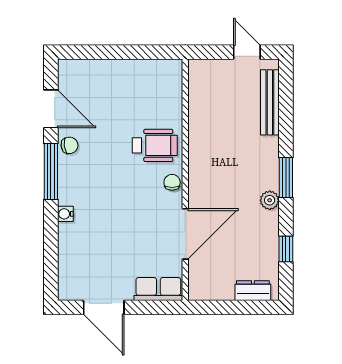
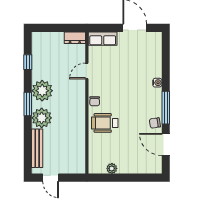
plant: (143, 68) -> (112, 168), added
plant: (262, 154) -> (42, 118), added
plant: (270, 200) -> (42, 91), width x1.88, depth x1.88
door: (185, 234) -> (87, 71), width x0.53
dresser: (253, 291) -> (75, 38), moved

